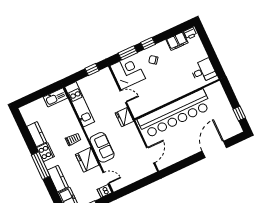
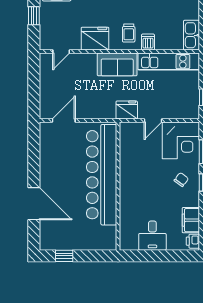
desk: (203, 71) -> (152, 236), moved
sofa: (102, 147) -> (117, 64), moved
door: (151, 155) -> (64, 121), swing flipped
dishwasher: (105, 191) -> (148, 42), moved

